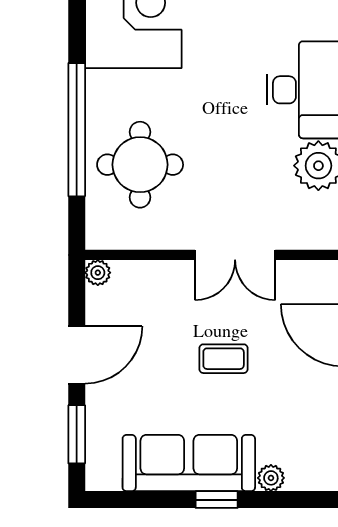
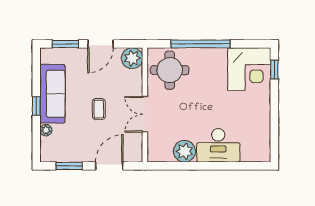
round table: (140, 165) -> (170, 70), moved
plant: (98, 273) -> (132, 58), width x1.88, depth x1.88
door: (77, 355) -> (101, 44), hinge flipped

